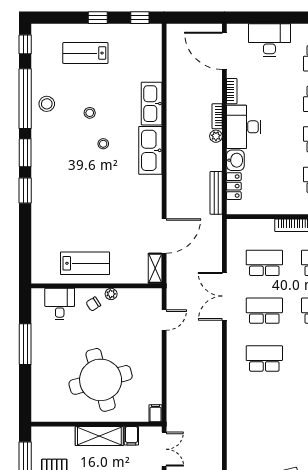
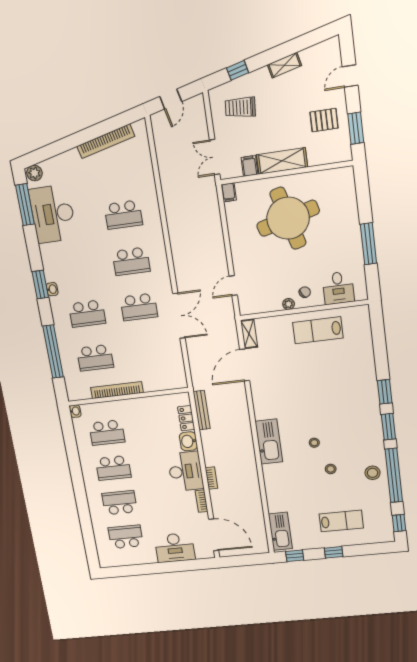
kitchen sink: (152, 104) -> (280, 531), moved
plant: (216, 136) -> (210, 461), removed
school desk: (264, 263) -> (123, 215), moved

